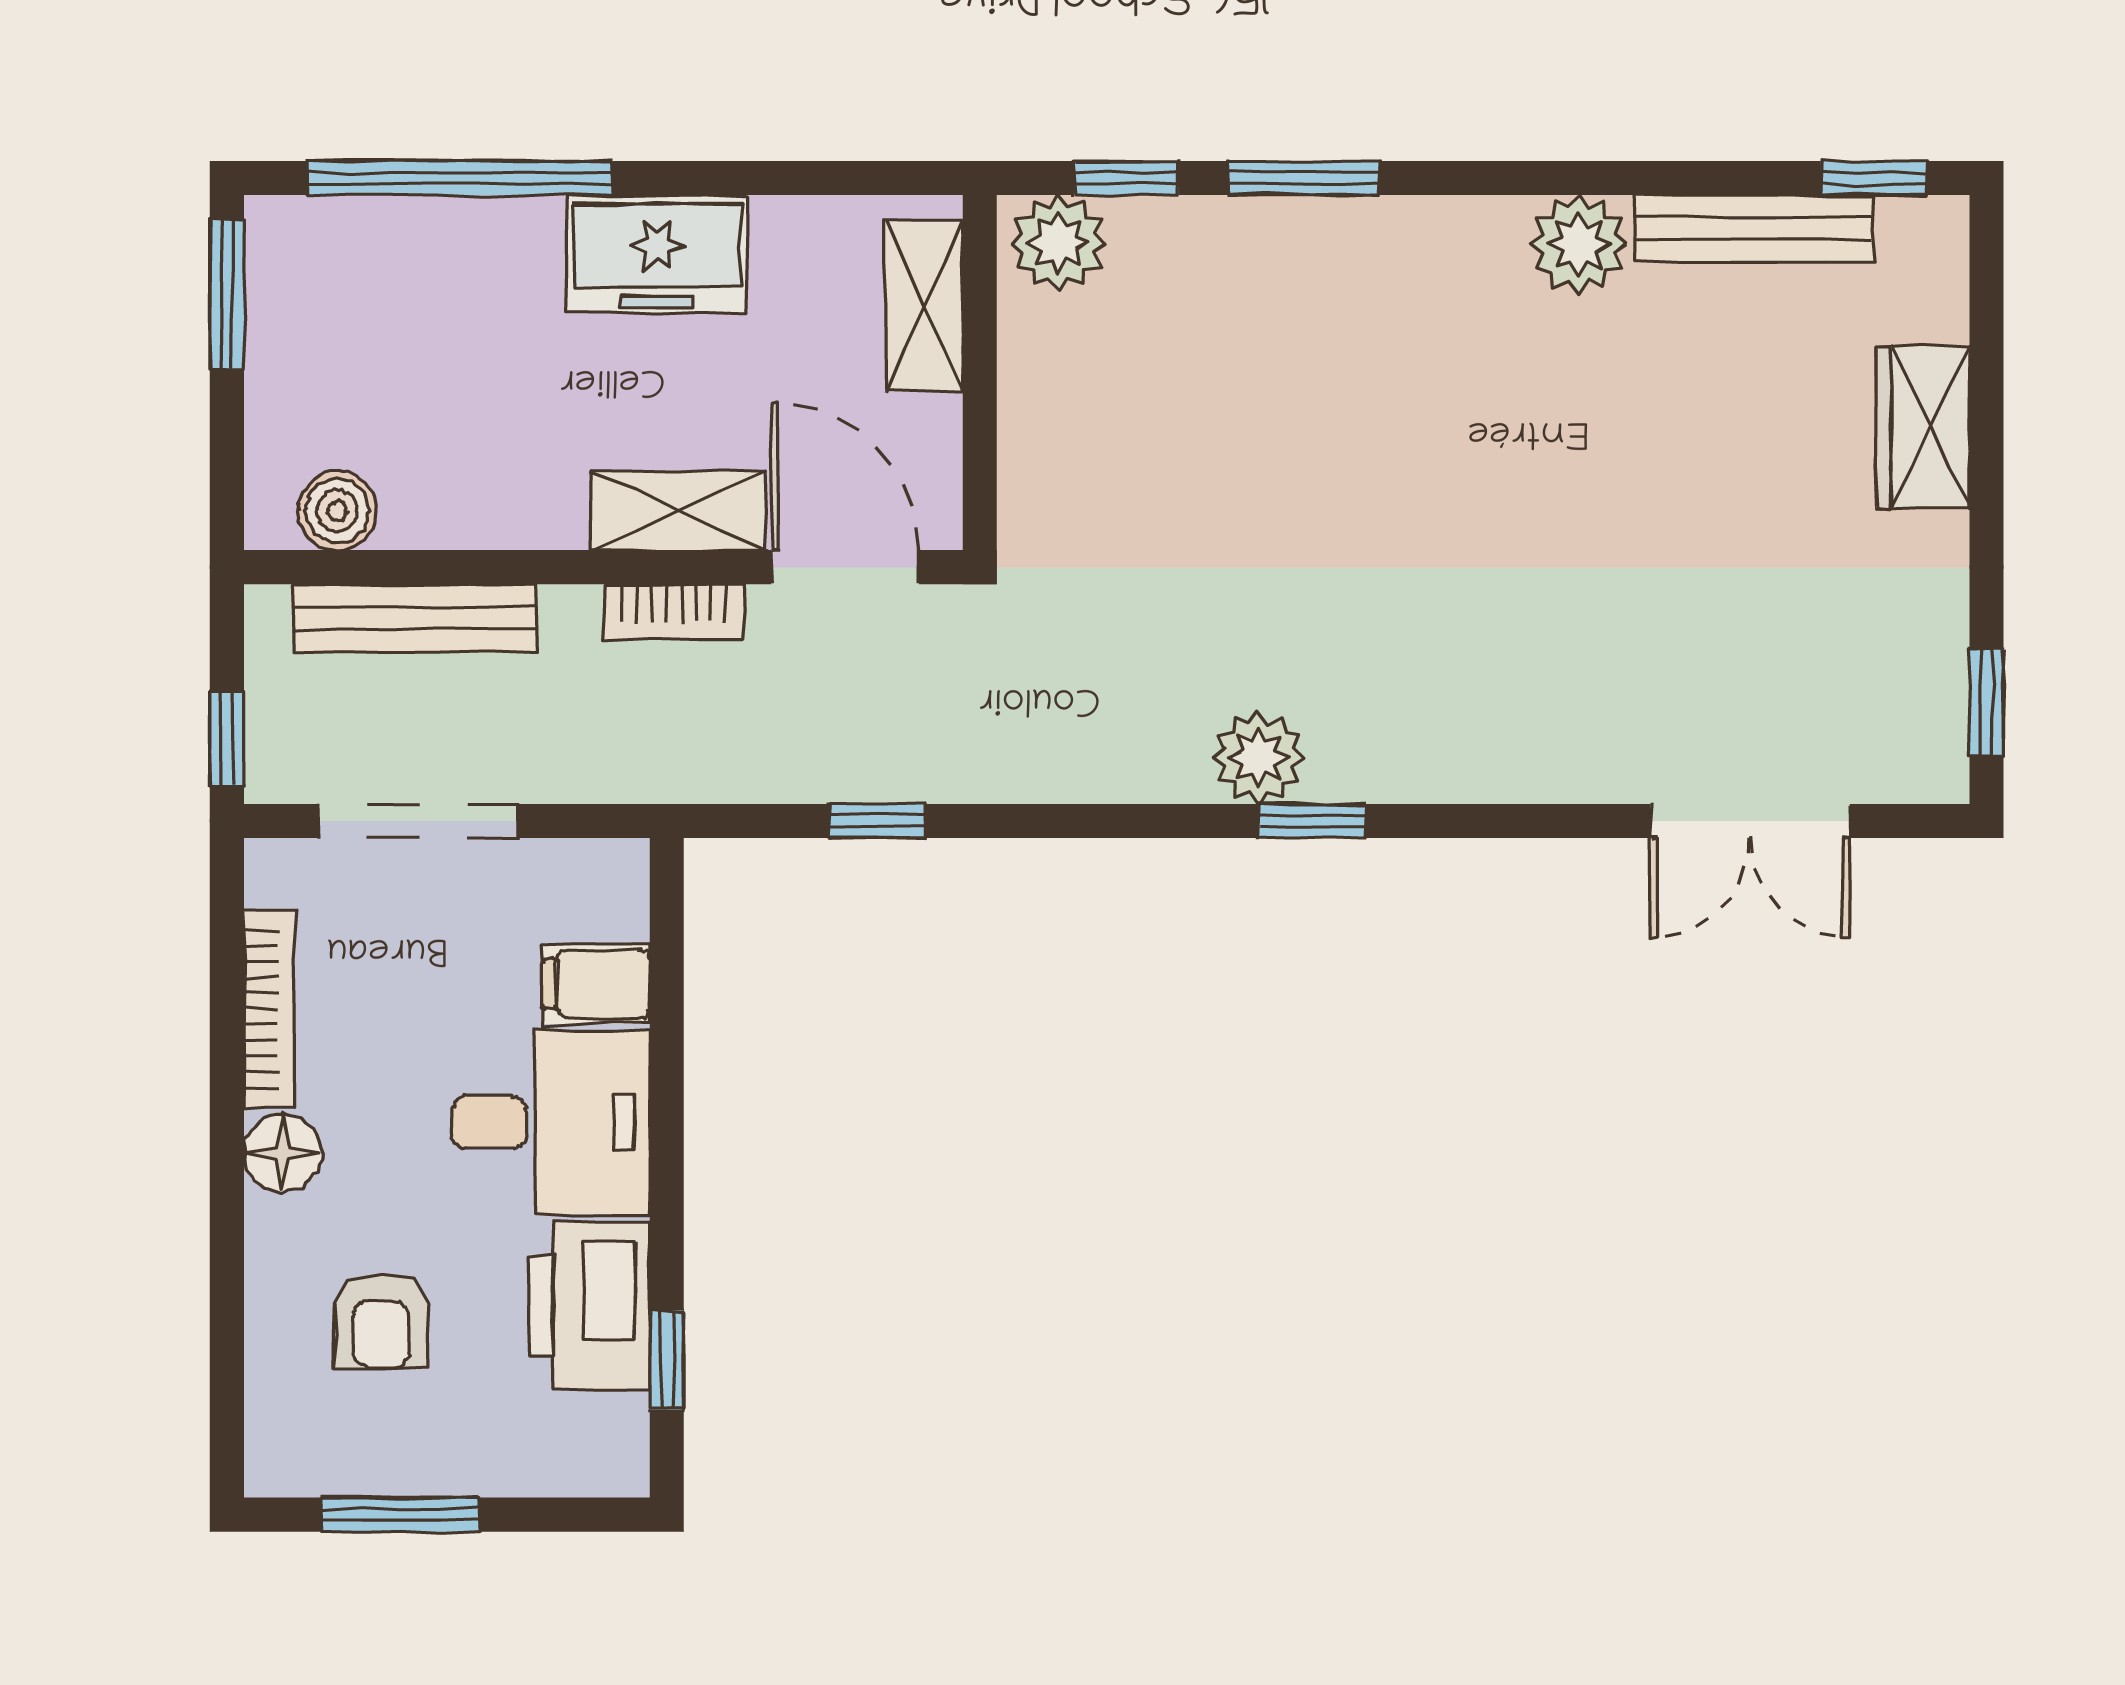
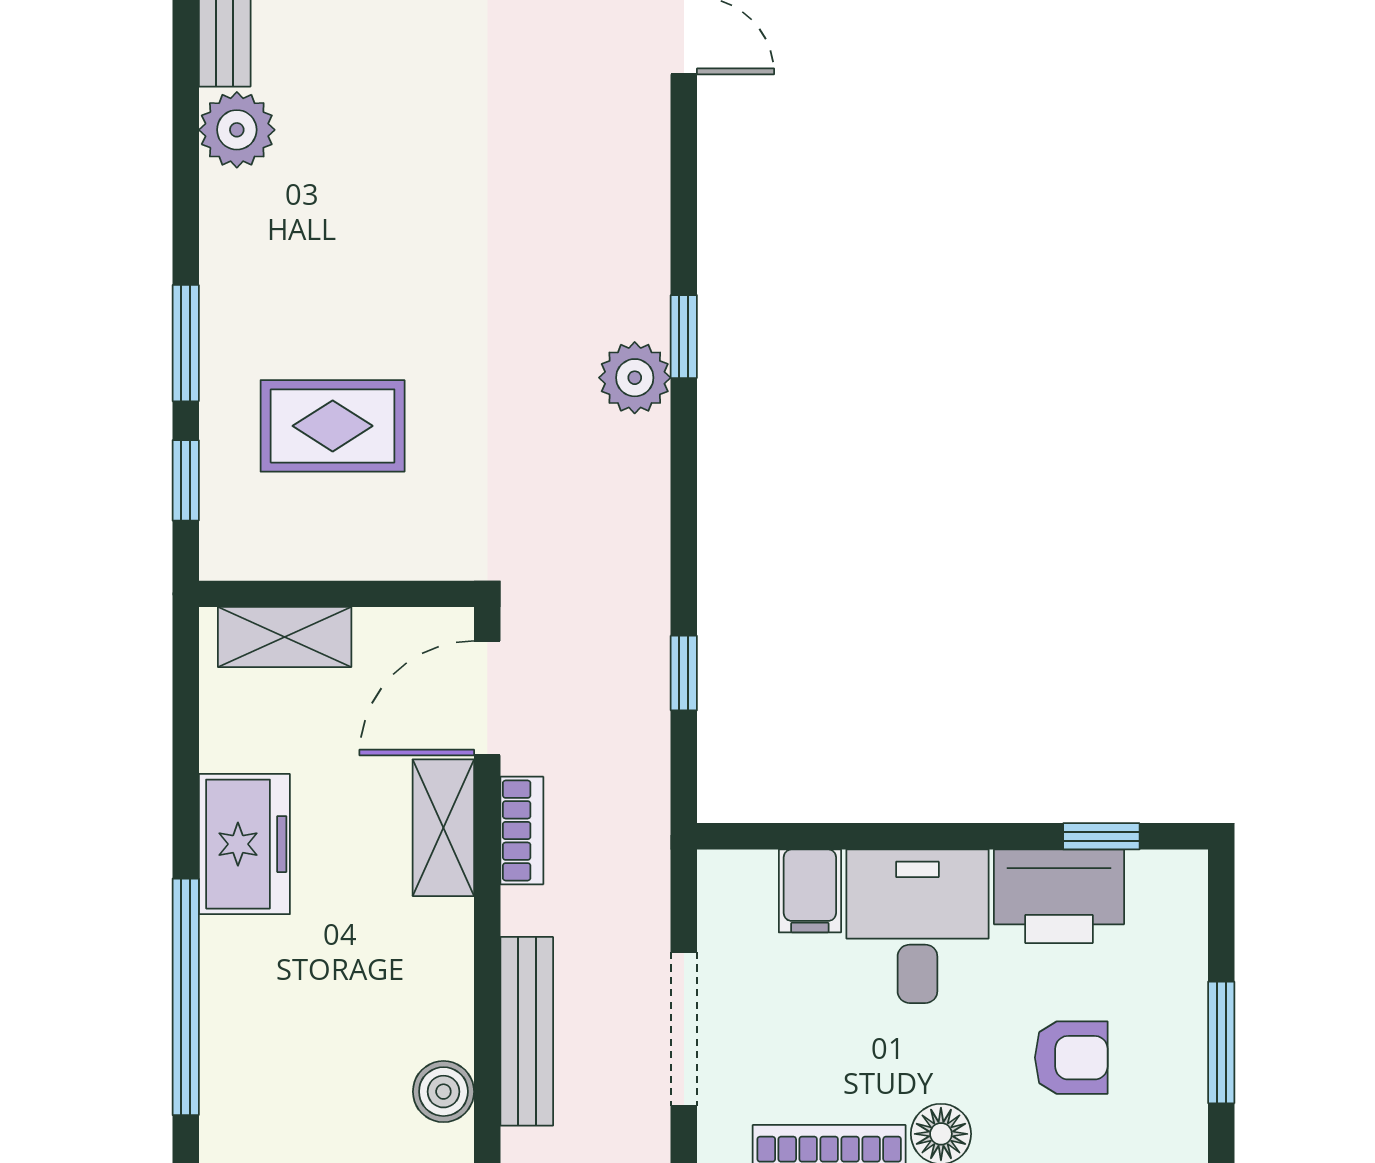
plant: (1058, 243) -> (236, 533), removed
rug: (1197, 368) -> (333, 426), added

